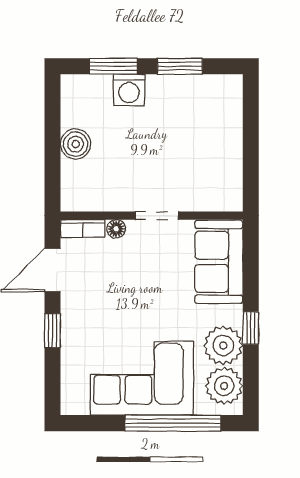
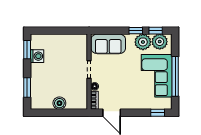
window: (180, 66) -> (27, 50), moved
washing machine: (129, 90) -> (37, 56), moved
window: (53, 331) -> (158, 113), moved
window: (251, 376) -> (156, 31), added
window: (173, 423) -> (175, 76), moved

